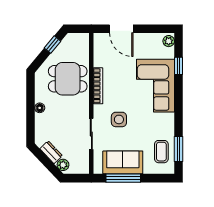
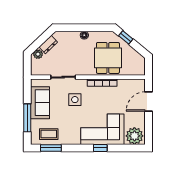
plant: (169, 41) -> (134, 136), width x1.88, depth x1.88
window: (52, 45) -> (126, 37), moved
window: (179, 66) -> (100, 148), moved
window: (123, 178) -> (27, 118), moved

